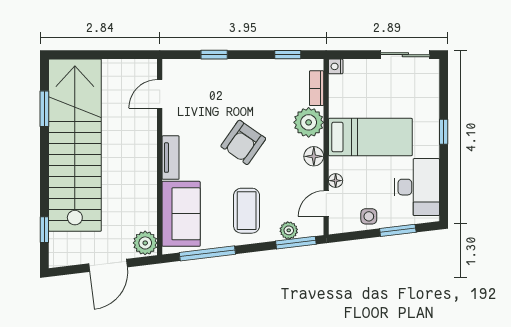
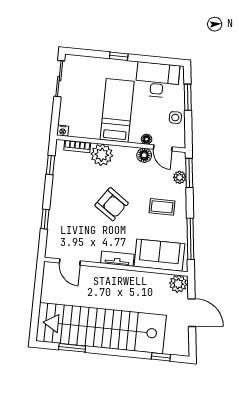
floor lamp: (314, 156) -> (144, 155), moved
coffee table: (247, 211) -> (162, 207), width x0.73, depth x0.77

